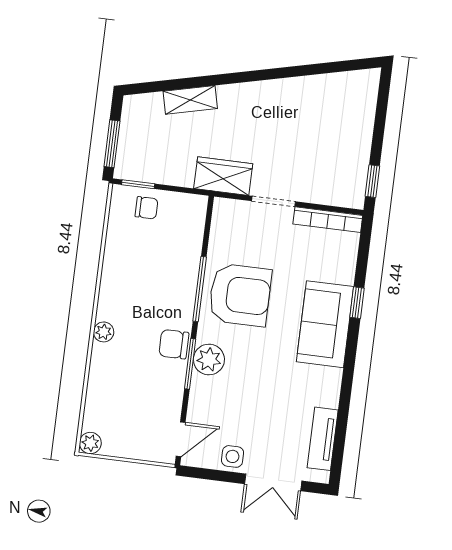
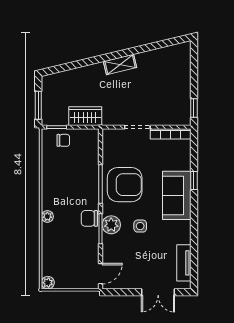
shelving: (190, 100) -> (120, 64), moved
wardrobe: (223, 176) -> (85, 116), moved
side table: (232, 456) -> (140, 226), moved

